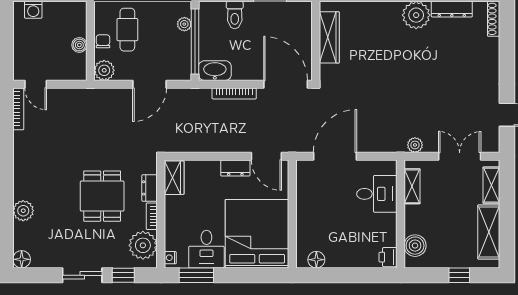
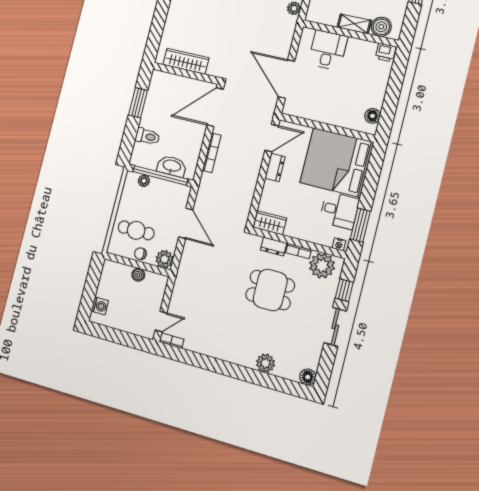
washbasin: (215, 71) -> (172, 166), moved, turned 90
bookcase: (18, 109) -> (171, 341), width x0.64
shelving: (412, 186) -> (354, 24), moved

